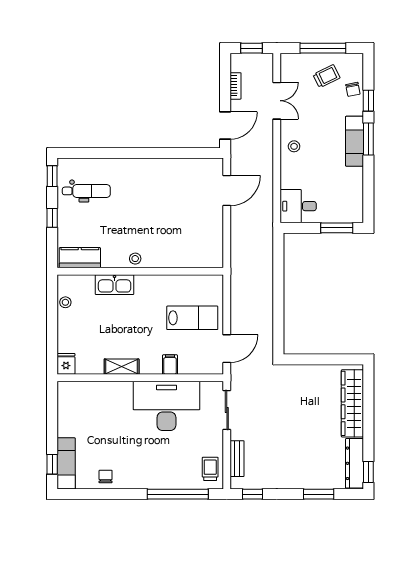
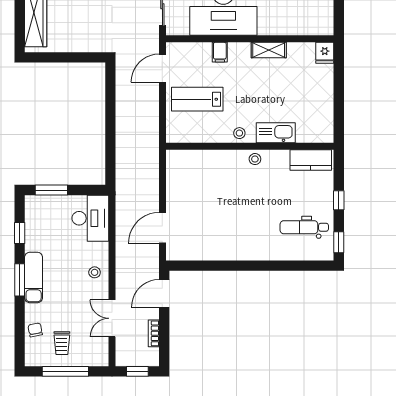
trolley: (326, 76) -> (62, 343), turned -64
window: (368, 101) -> (20, 233), moved
desk: (298, 206) -> (90, 218), width x1.37
stool: (65, 302) -> (239, 133), moved

